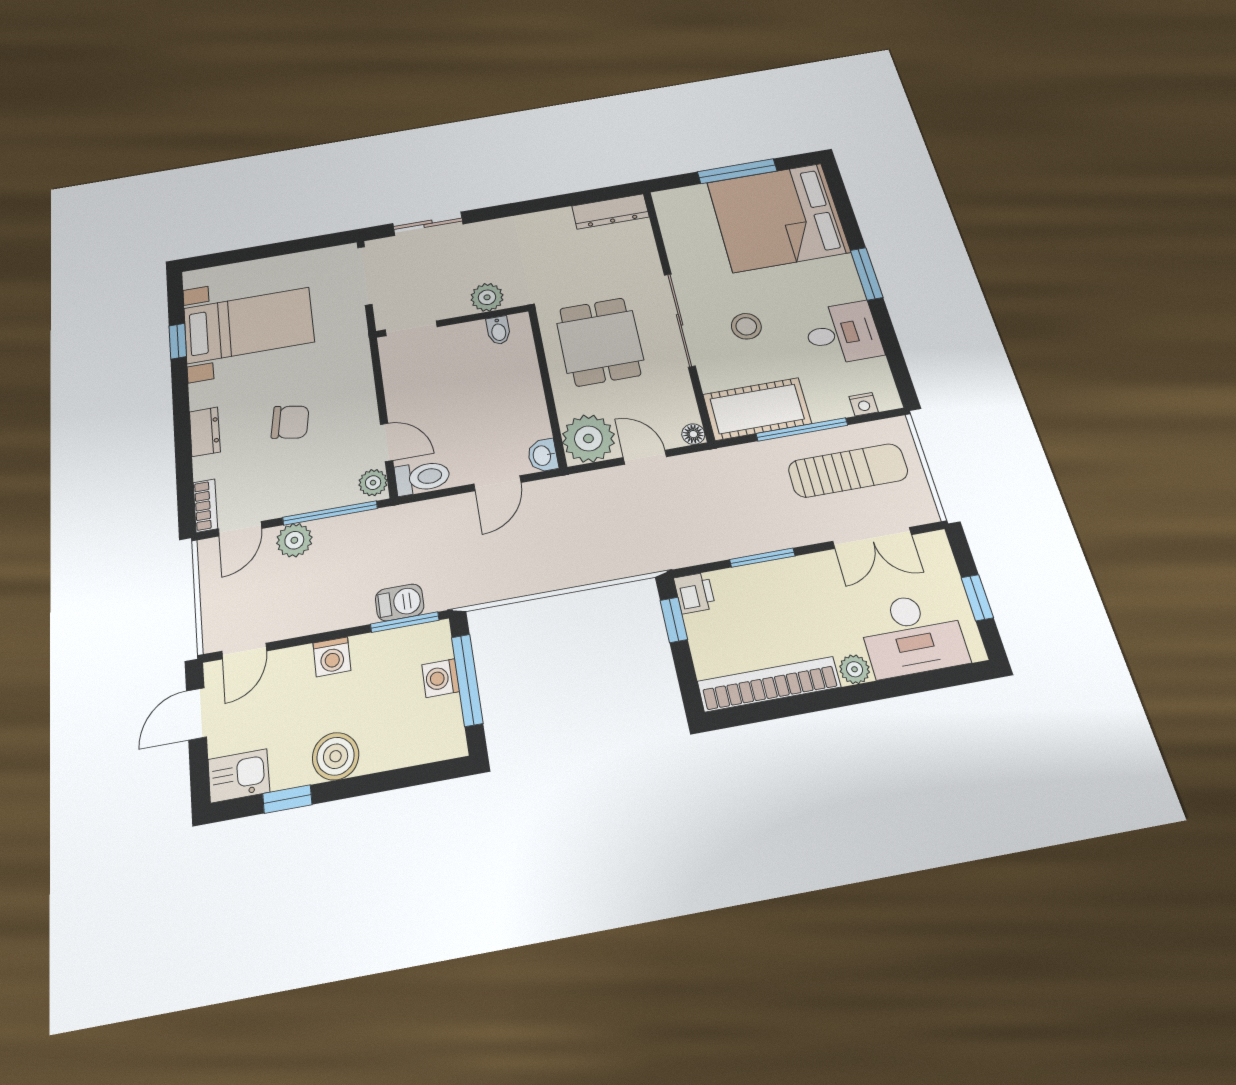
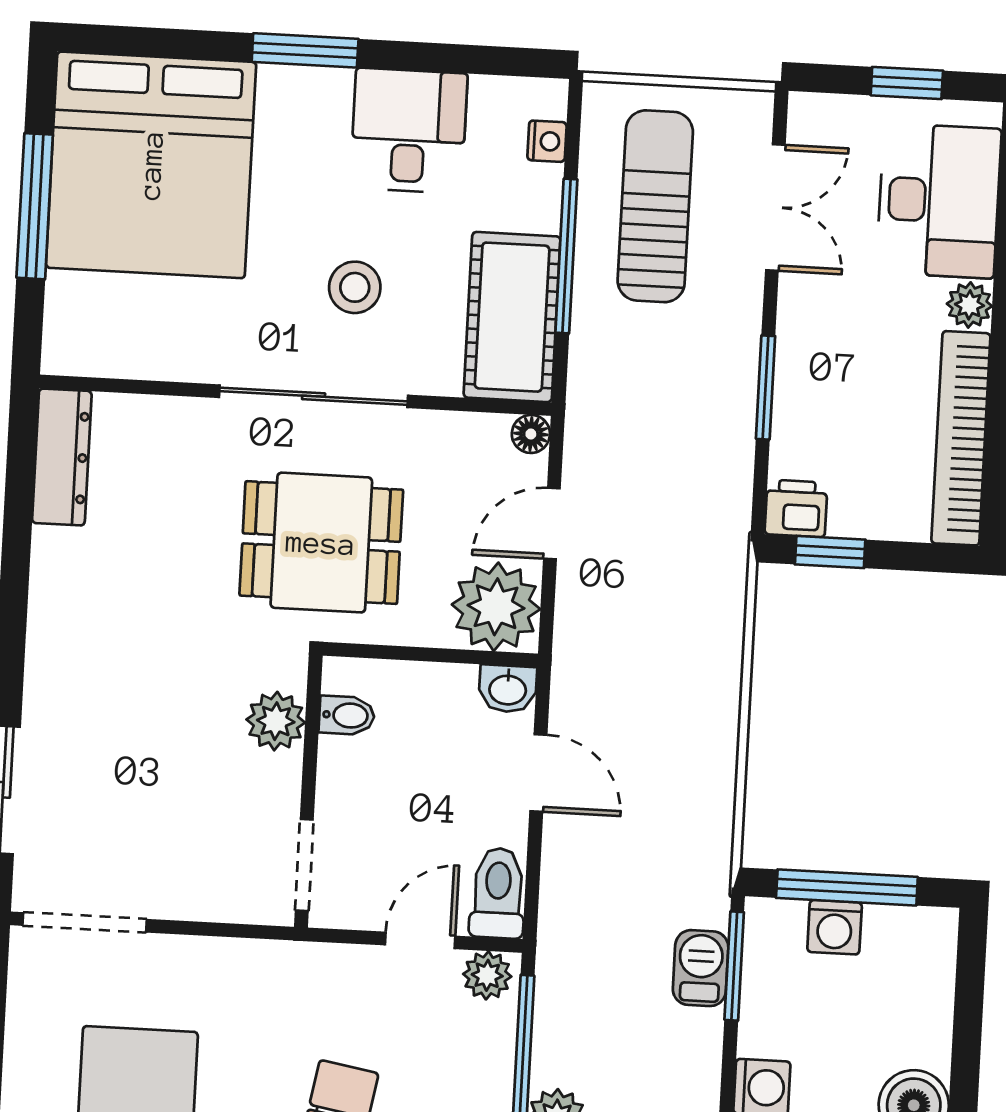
plant: (487, 297) -> (276, 721), moved
wall: (452, 321) -> (308, 791), moved
doorway: (411, 328) -> (304, 865), moved
bidet: (498, 330) -> (347, 715), moved

